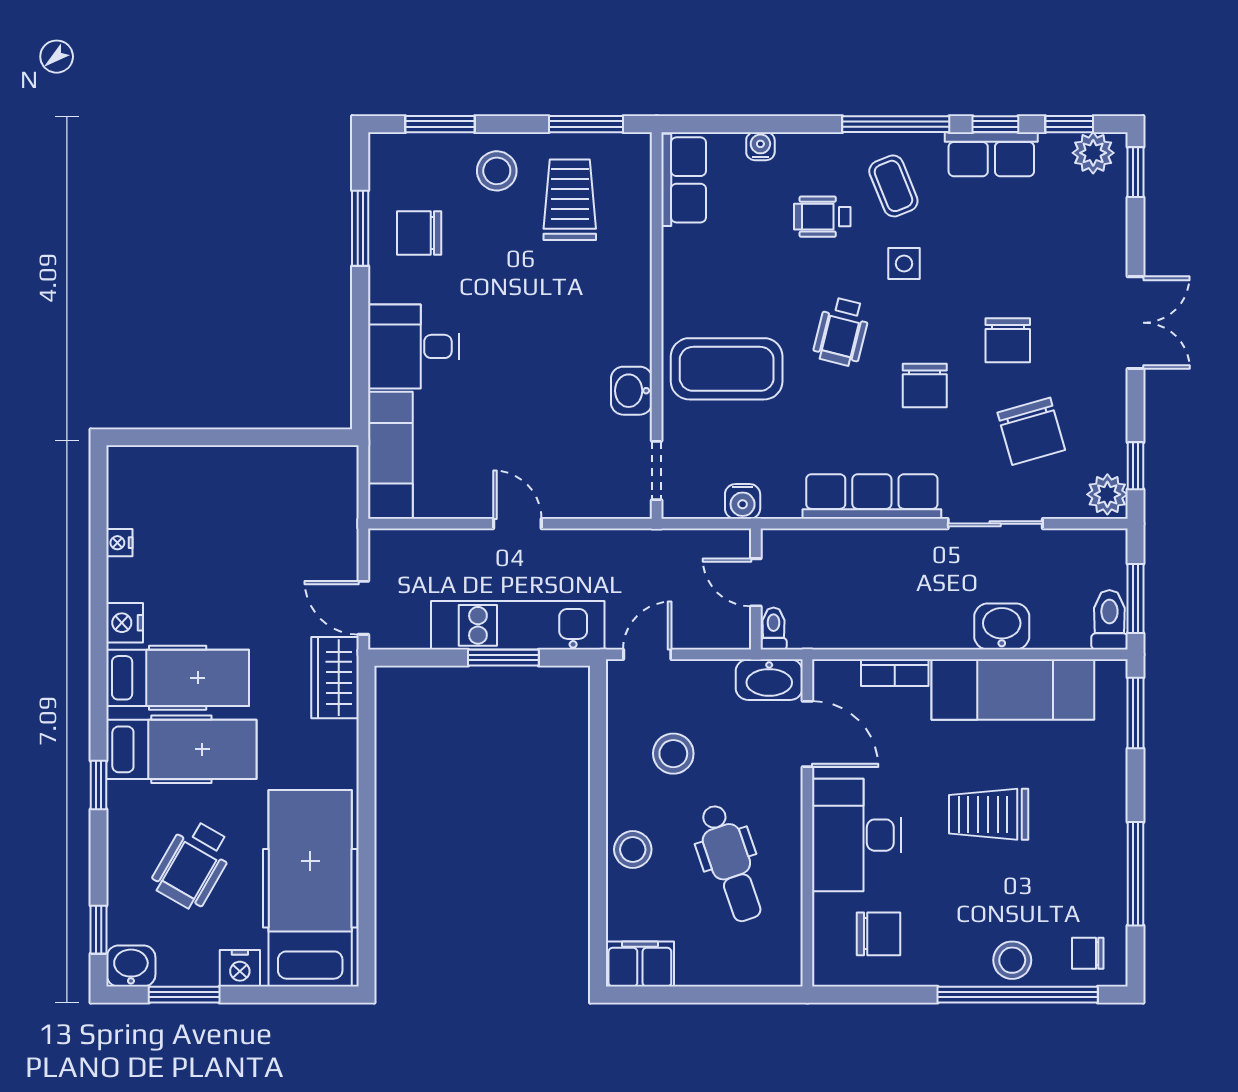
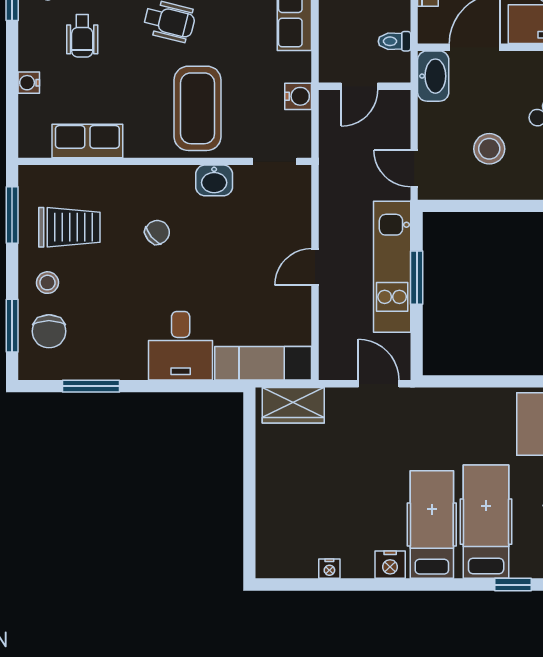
stool: (497, 171) -> (48, 283), width x0.73, depth x0.73
row of seats: (684, 180) -> (87, 141), moved
trolley: (570, 200) -> (69, 227), turned 180
chair: (419, 233) -> (49, 331), moved
chair: (563, 316) -> (157, 232), added
door: (363, 608) -> (379, 384), swing flipped
toilet: (774, 629) -> (394, 41), moved
wardrobe: (335, 678) -> (293, 405), moved

